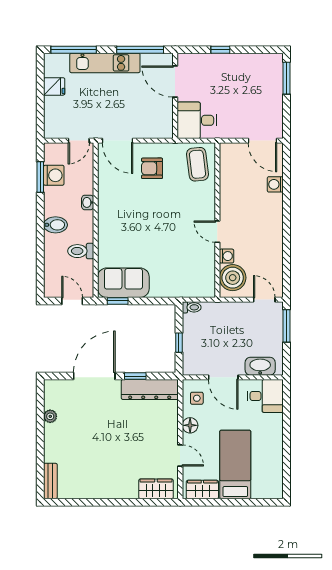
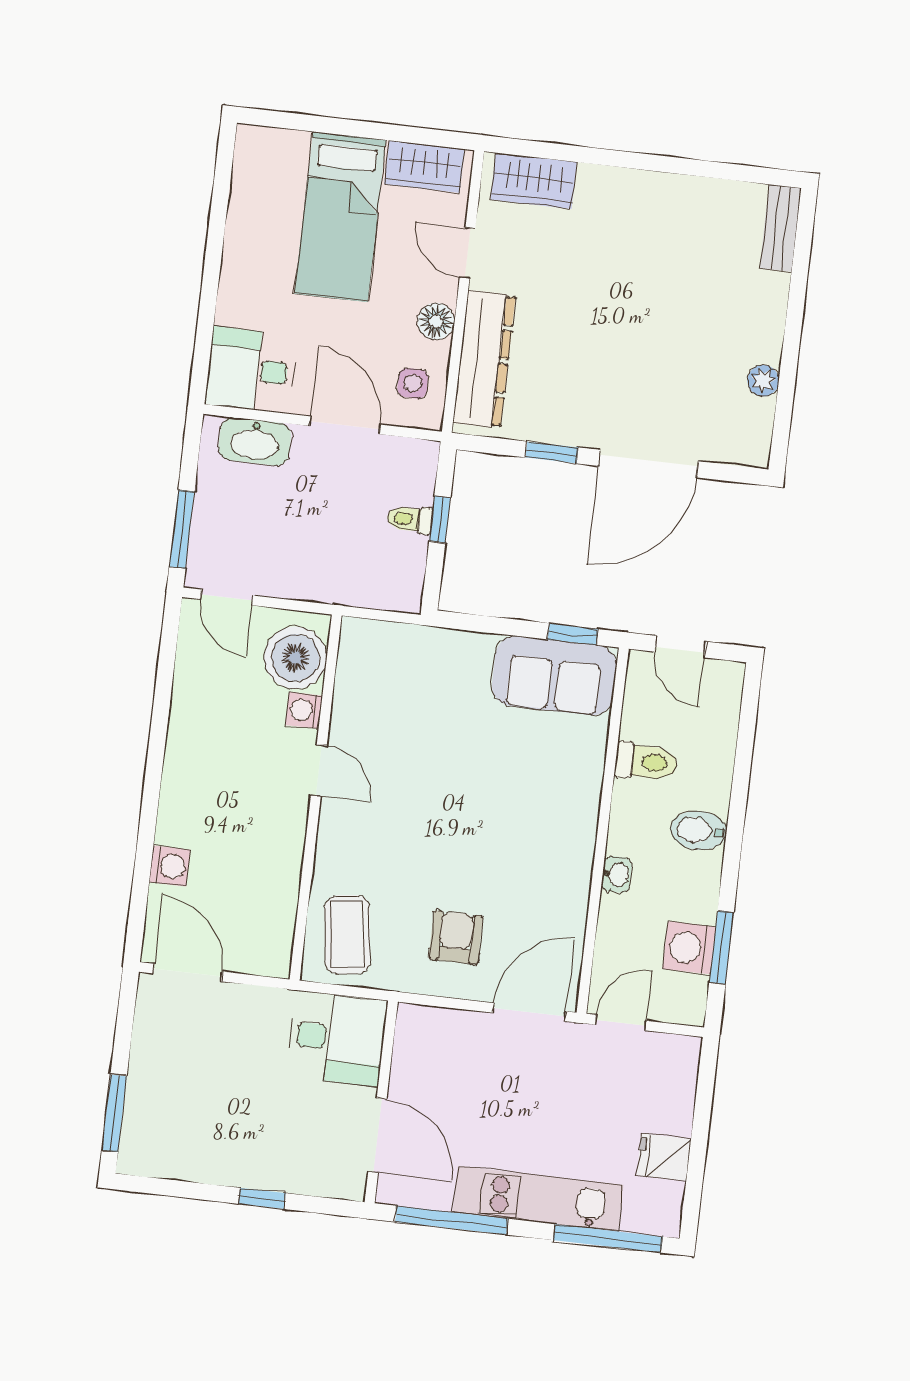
door: (118, 141) -> (529, 1012), hinge flipped
armchair: (152, 168) -> (456, 937), turned -90
toilet: (192, 307) -> (409, 519), moved
dresser: (150, 389) -> (484, 359), moved, turned 90

